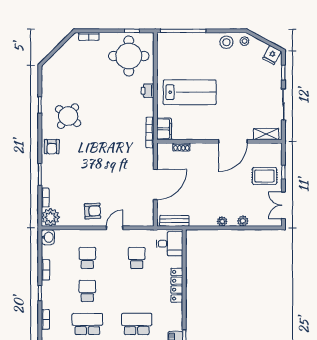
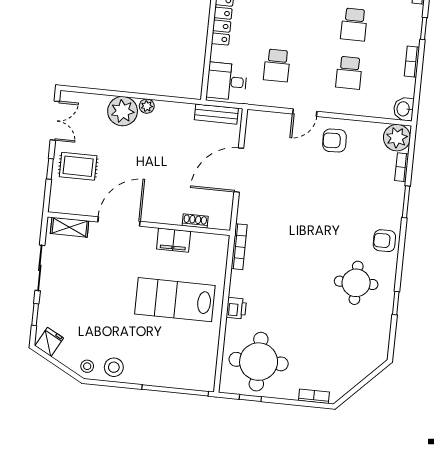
round table: (68, 116) -> (356, 283), turned -38
filing cabinet: (164, 129) -> (174, 240), moved, turned -90
armchair: (52, 147) -> (384, 241), turned -90
plant: (243, 221) -> (123, 111), width x1.88, depth x1.88

